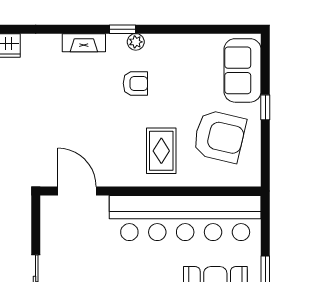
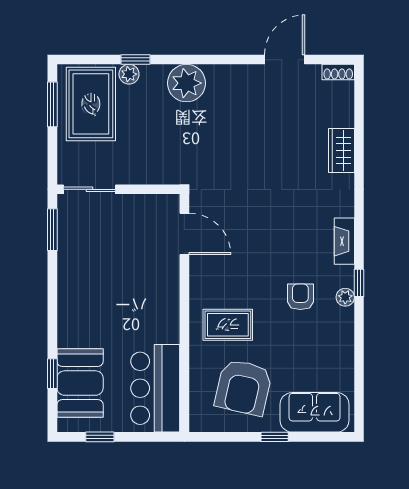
armchair: (135, 83) -> (300, 297), turned 180
door: (77, 191) -> (184, 234), hinge flipped
bar counter: (185, 218) -> (155, 388), width x0.54

